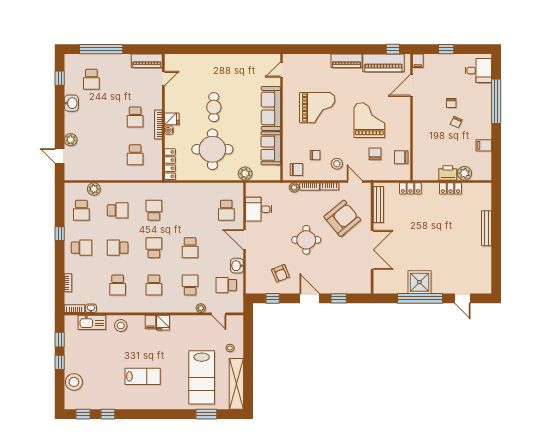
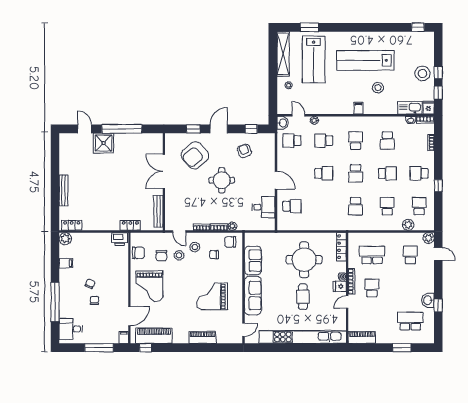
window: (101, 49) -> (402, 348), width x0.47
window: (446, 49) -> (99, 348), width x2.17
kitchen unit: (214, 61) -> (303, 337), added
piano: (346, 61) -> (203, 337), moved
window: (60, 78) -> (438, 305), moved
door: (163, 78) -> (347, 302), moved
school desk: (91, 79) -> (410, 321), width x1.85
grand piano: (369, 120) -> (149, 286), moved
plant: (71, 140) -> (429, 238), moved
stool: (355, 154) -> (179, 255), added
school desk: (91, 155) -> (410, 255), added
school desk: (135, 155) -> (372, 255), width x1.85
printer: (448, 173) -> (120, 239), moved
plant: (464, 173) -> (65, 239), moved
plant: (245, 174) -> (275, 238), removed
locker: (450, 188) -> (72, 225), moved
school desk: (118, 210) -> (387, 206), turned 90
school desk: (226, 210) -> (292, 206), turned 90
armchair: (342, 218) -> (195, 155), moved
school desk: (190, 248) -> (324, 173), turned 90
washbasin: (237, 266) -> (283, 123), moved
shower: (419, 282) -> (103, 143), moved
school desk: (118, 285) -> (387, 141), turned 180
school desk: (190, 285) -> (324, 141), turned 90
school desk: (226, 285) -> (292, 141), turned 180
door: (310, 298) -> (219, 129), swing flipped
fridge: (163, 323) -> (428, 108), moved
stool: (121, 326) -> (378, 88), moved
lab bench: (143, 376) -> (365, 60), width x1.86, depth x1.39
lab bench: (202, 377) -> (314, 59), turned 180
stool: (74, 382) -> (422, 73), moved
window: (108, 414) -> (396, 27), removed

